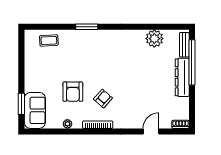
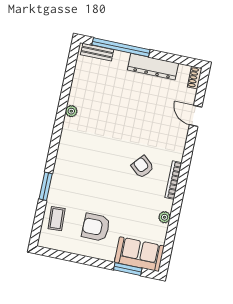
window: (87, 27) -> (46, 186), moved
plant: (154, 39) -> (71, 111), moved, width x0.53, depth x0.53
dresser: (182, 77) -> (153, 67), moved
armchair: (73, 92) -> (96, 227), moved, turned 180

